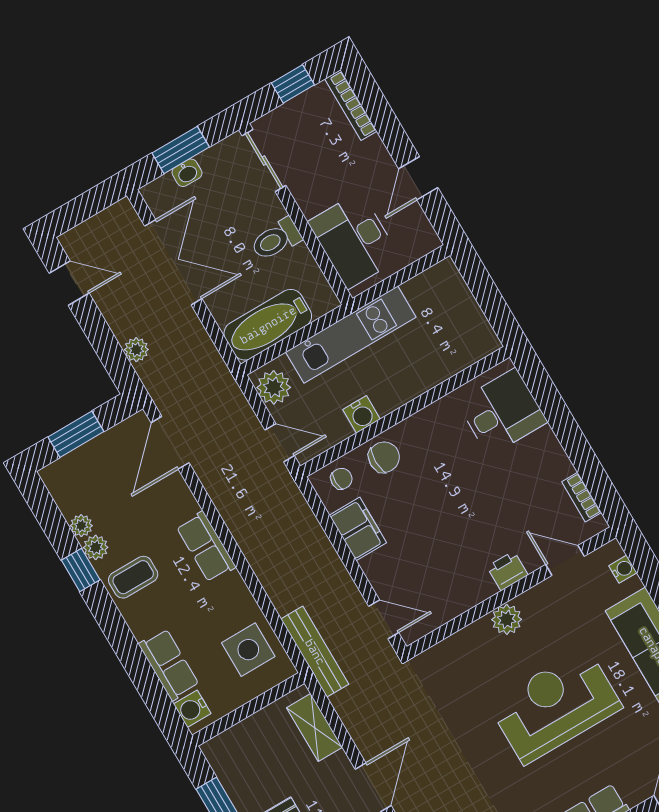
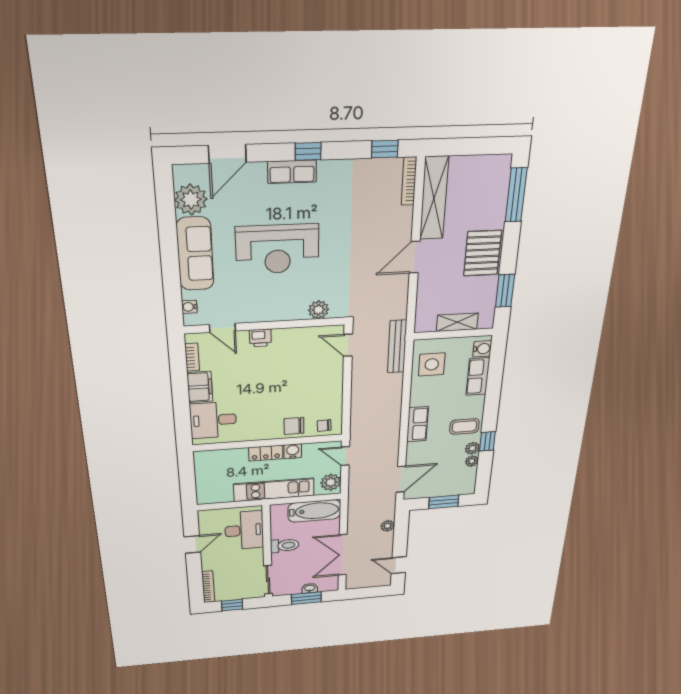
locker: (399, 393) -> (266, 453), added
filing cabinet: (358, 529) -> (200, 387), moved, turned 180
plant: (507, 619) -> (319, 310), moved
shelving: (315, 727) -> (457, 322), moved, turned 90

